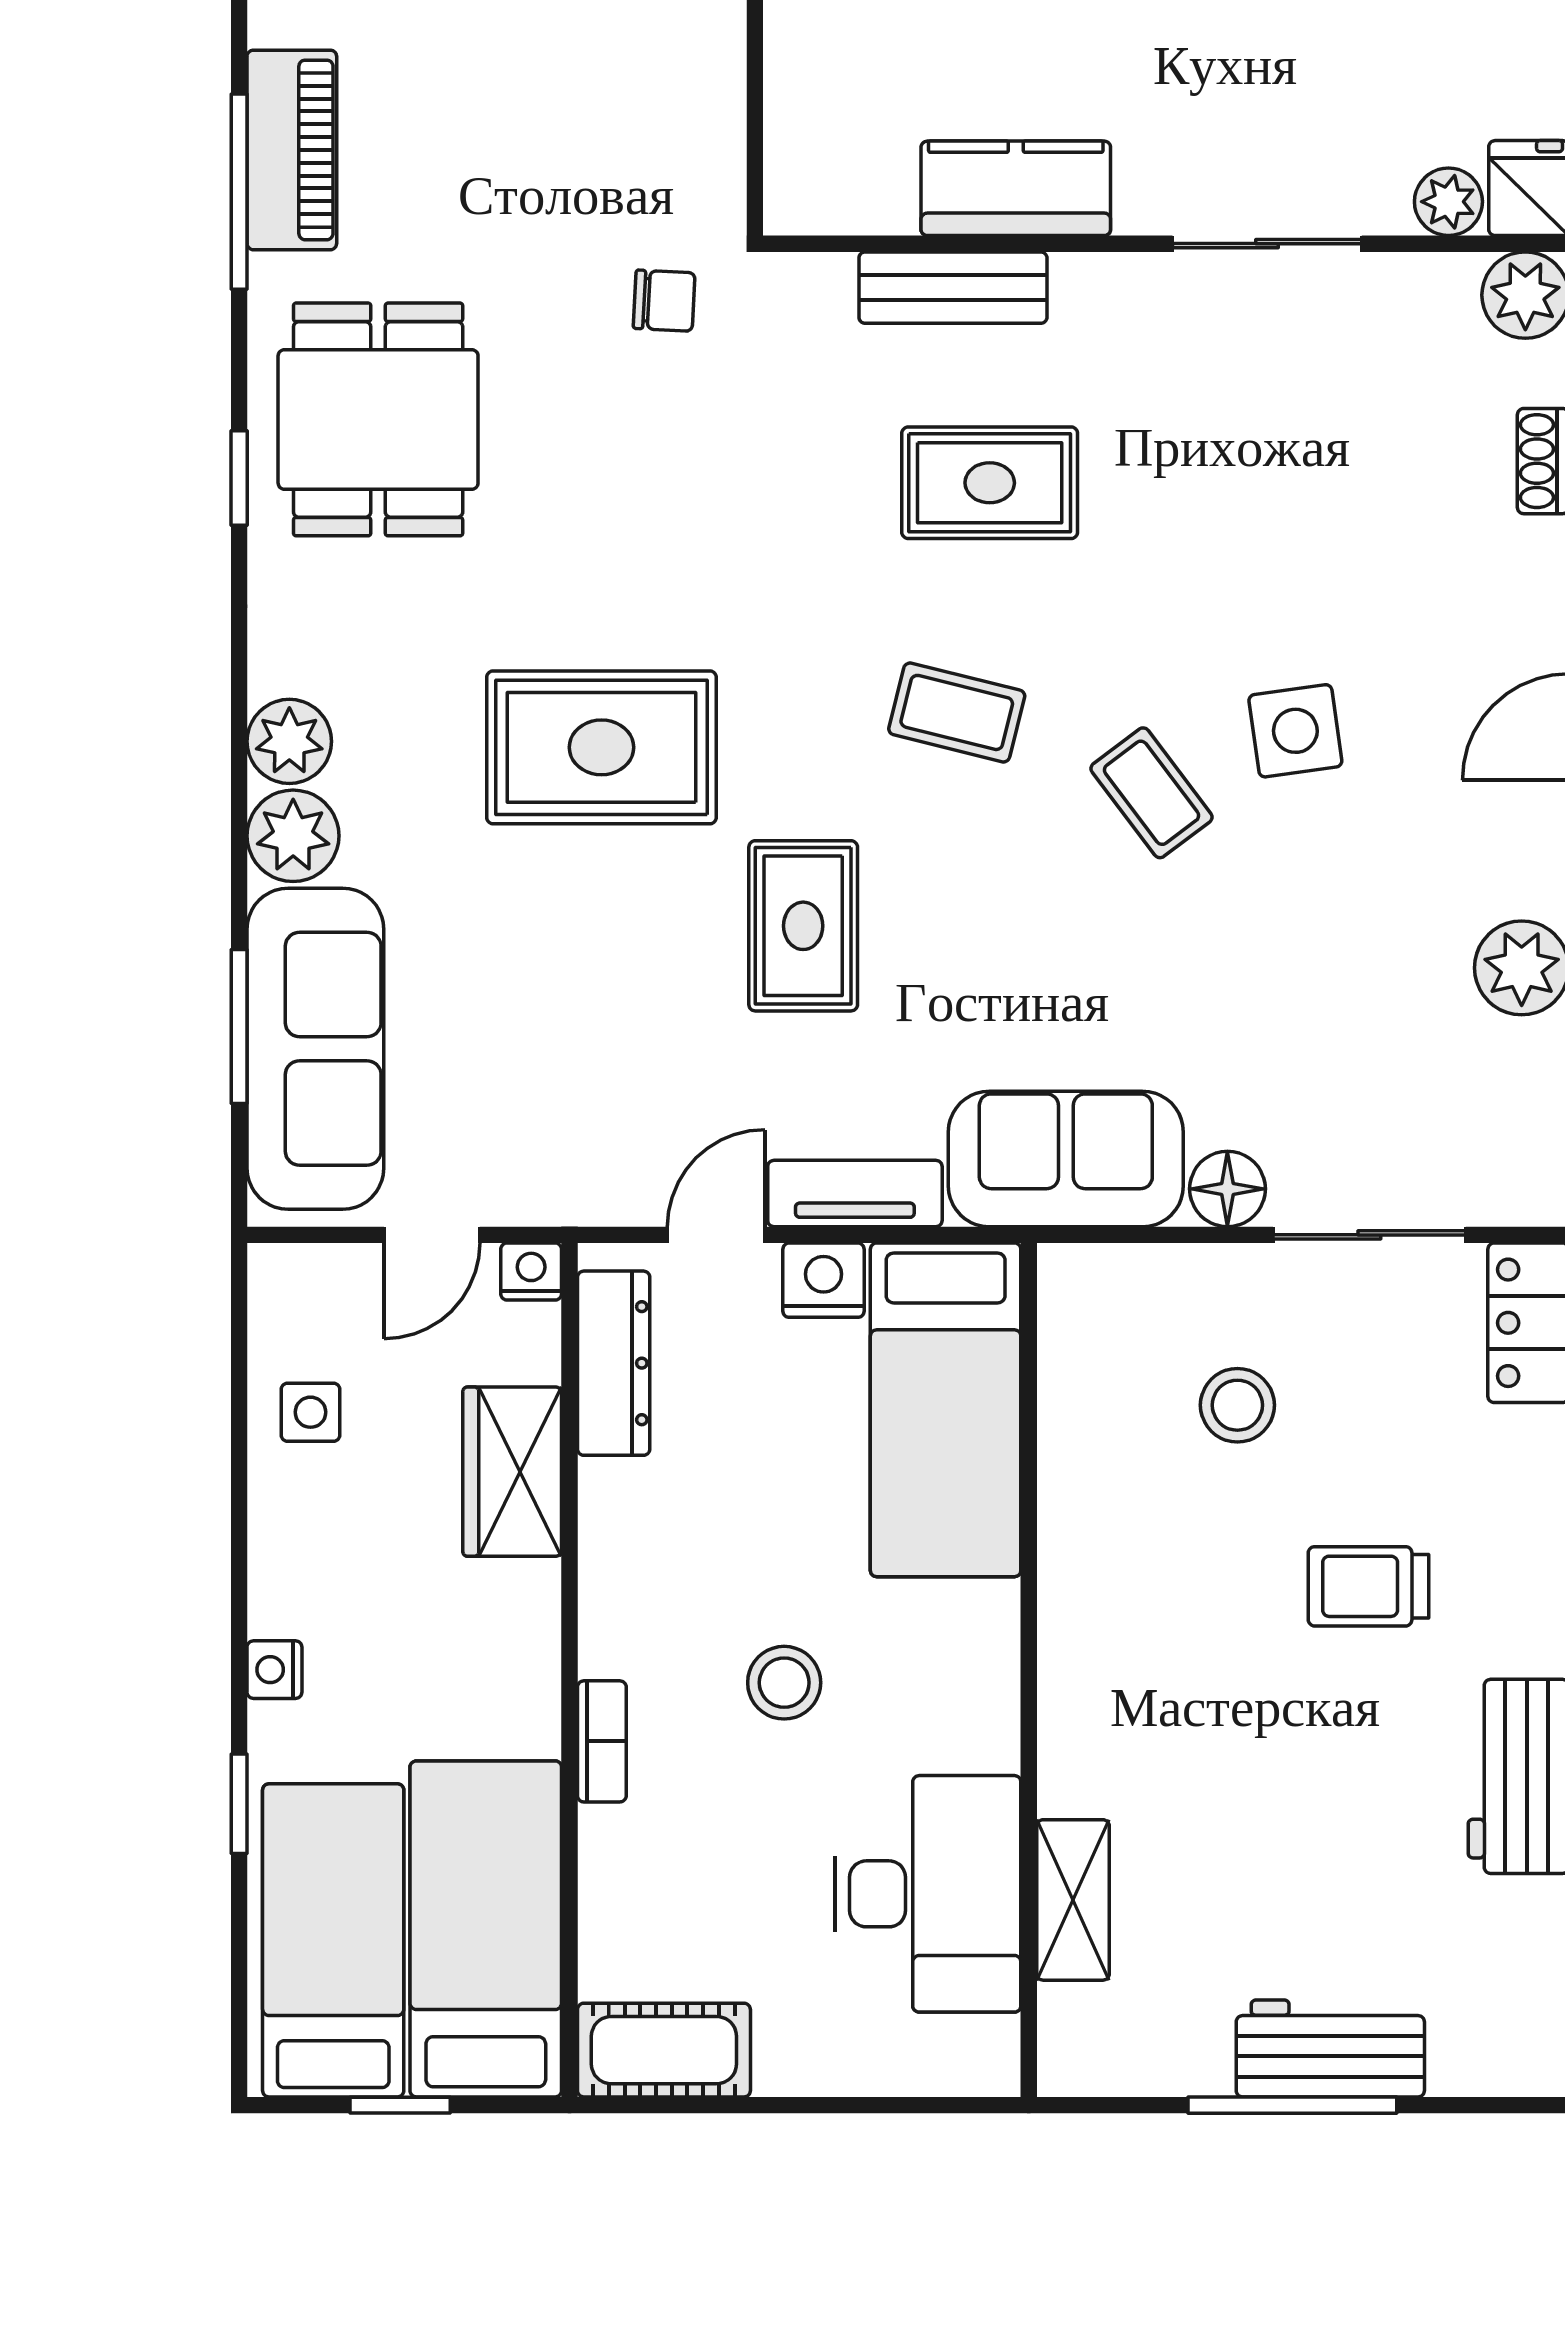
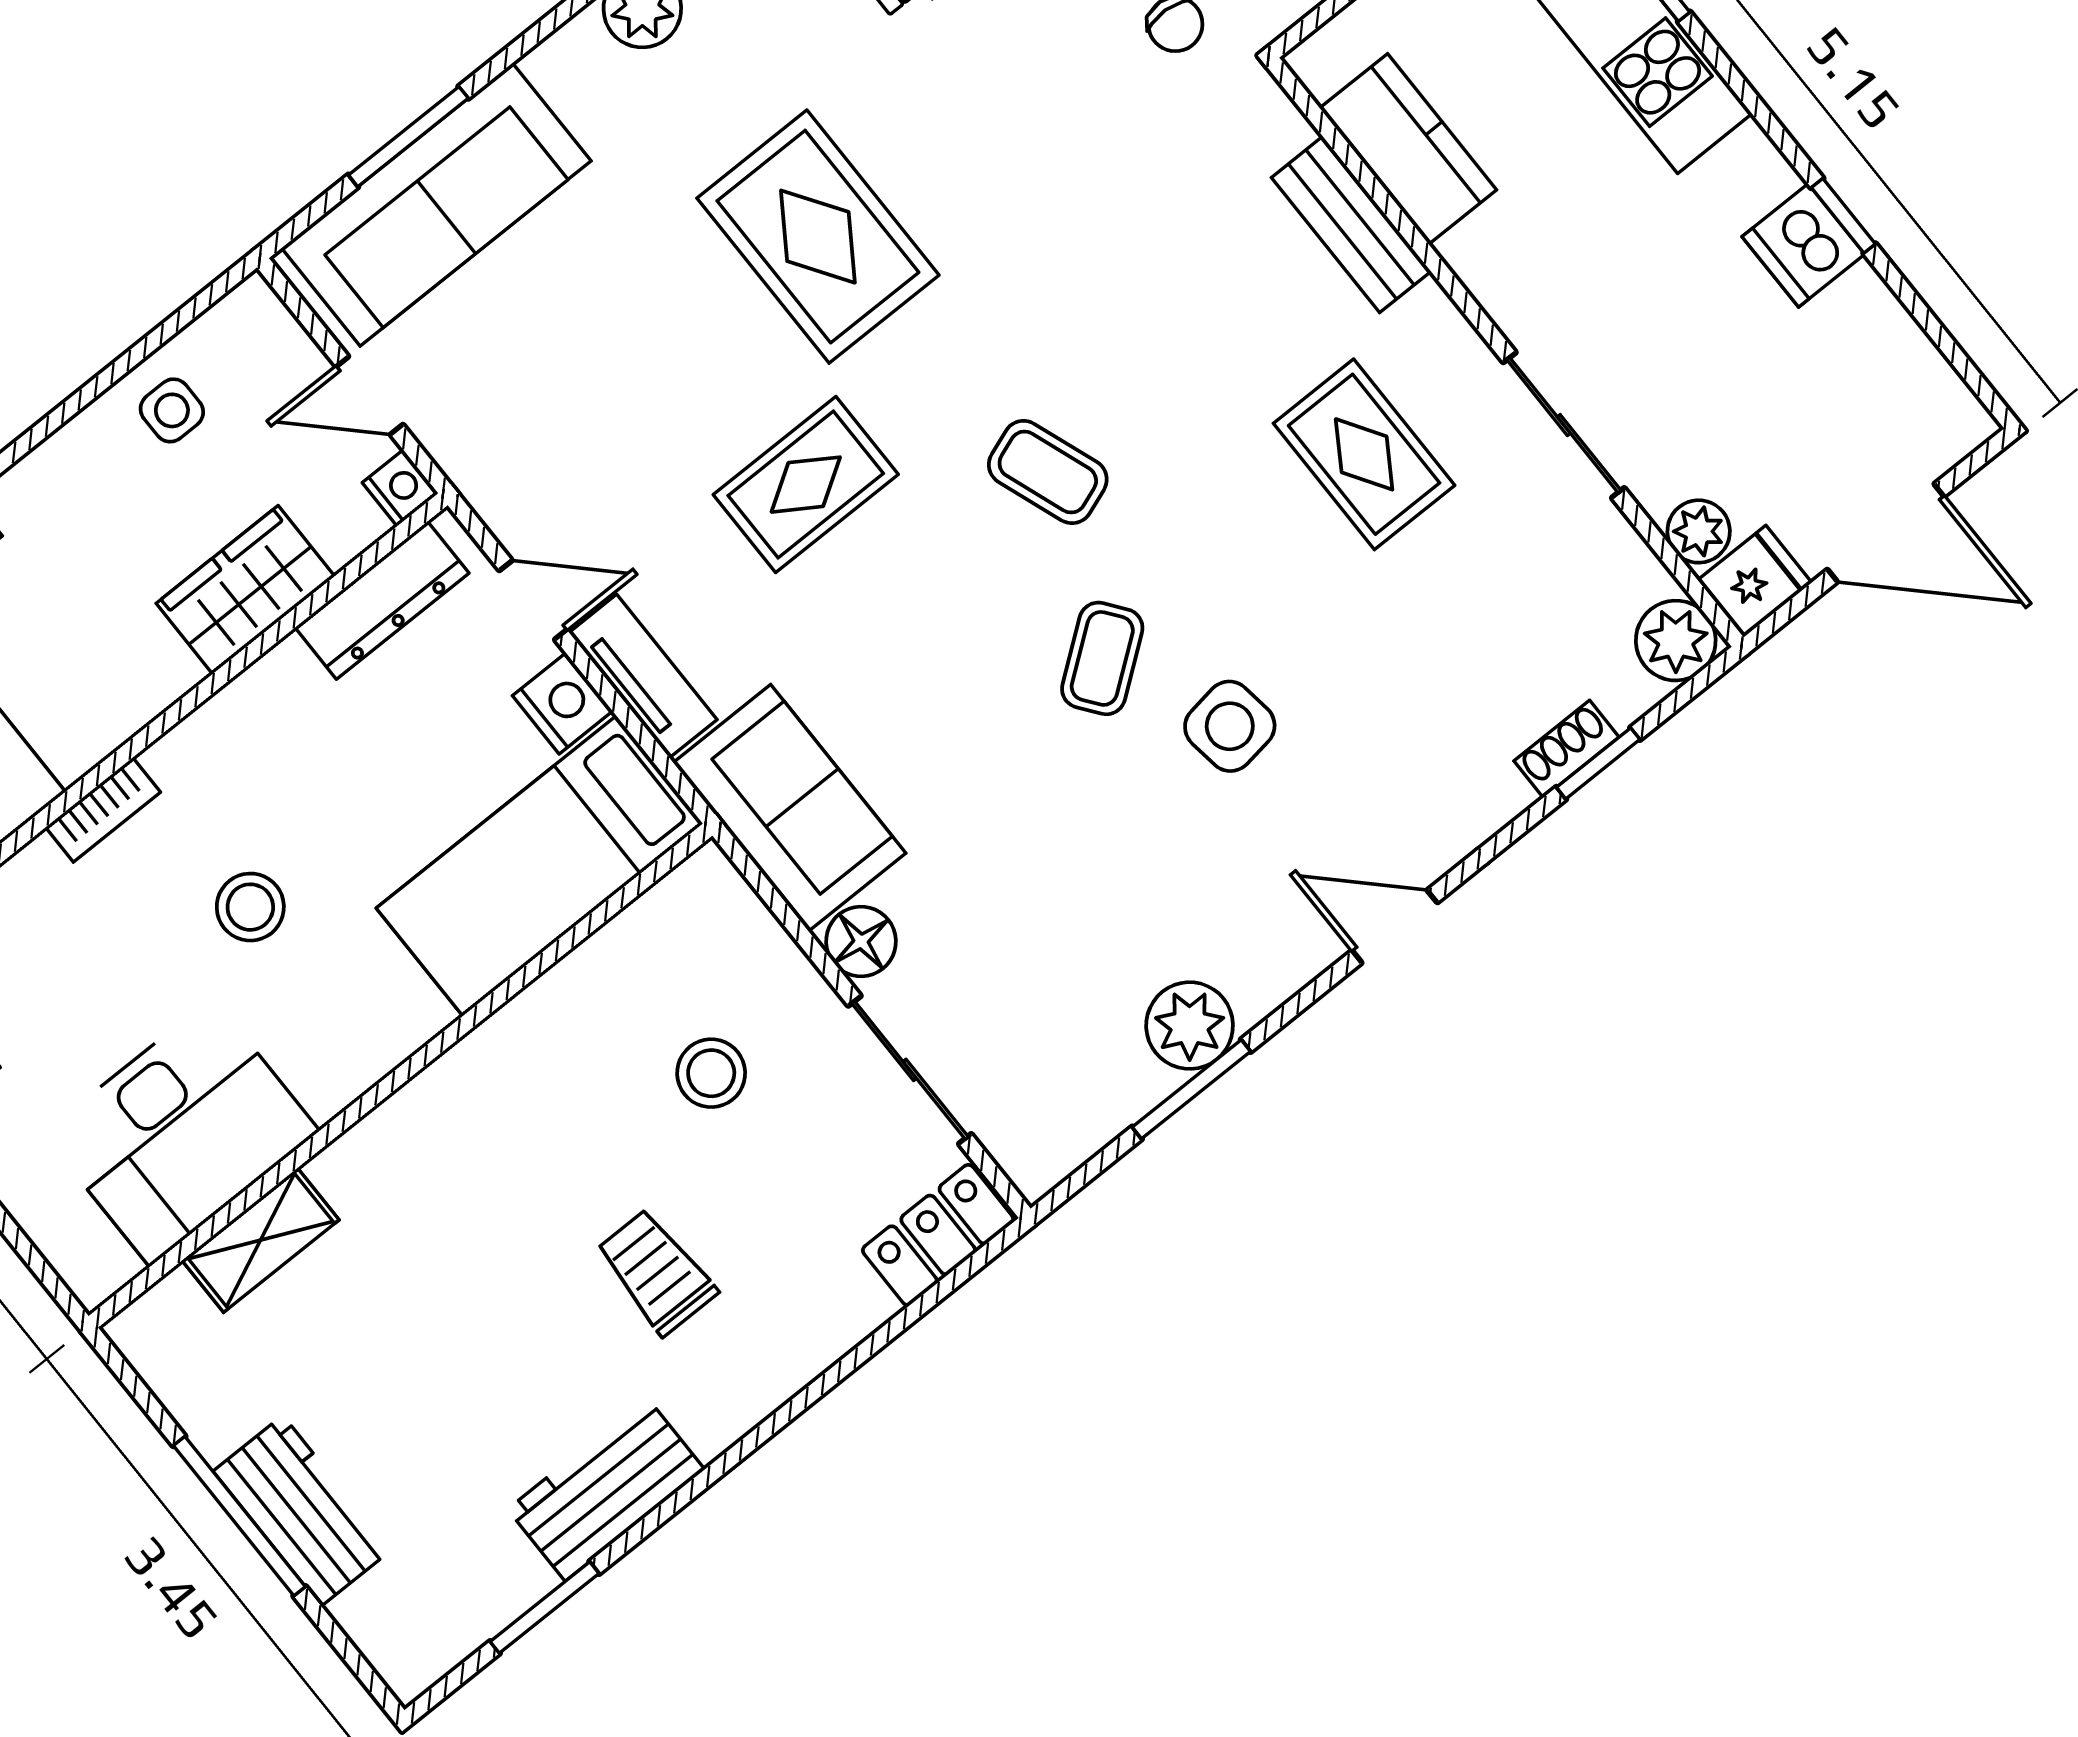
kitchen counter: (1016, 188) -> (1408, 149), moved
rug: (990, 483) -> (1364, 454), moved
coffee table: (957, 712) -> (1048, 472), turned -34
plant: (293, 836) -> (576, 66), removed

